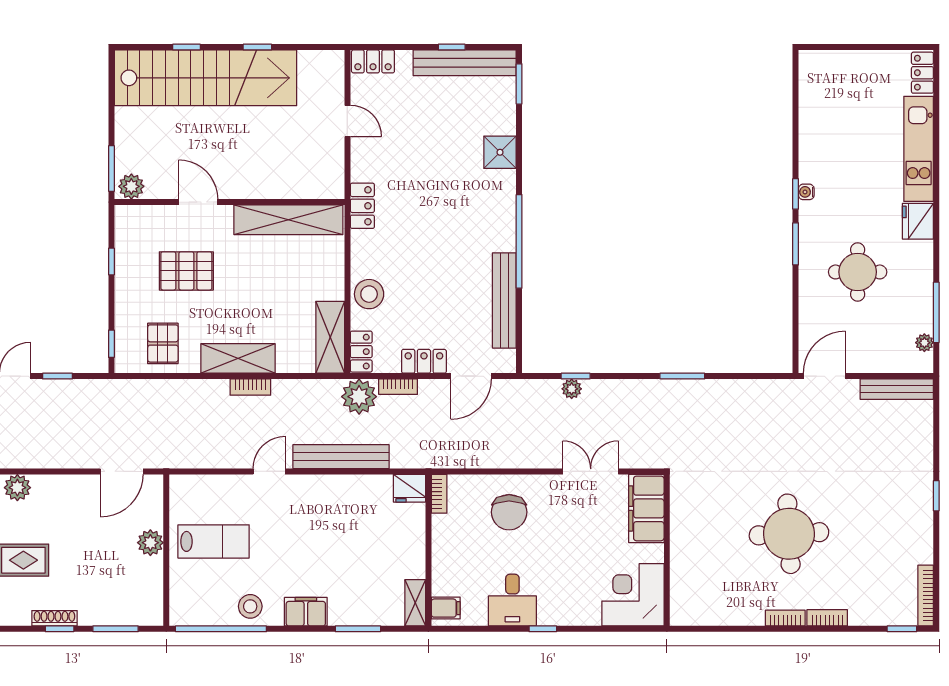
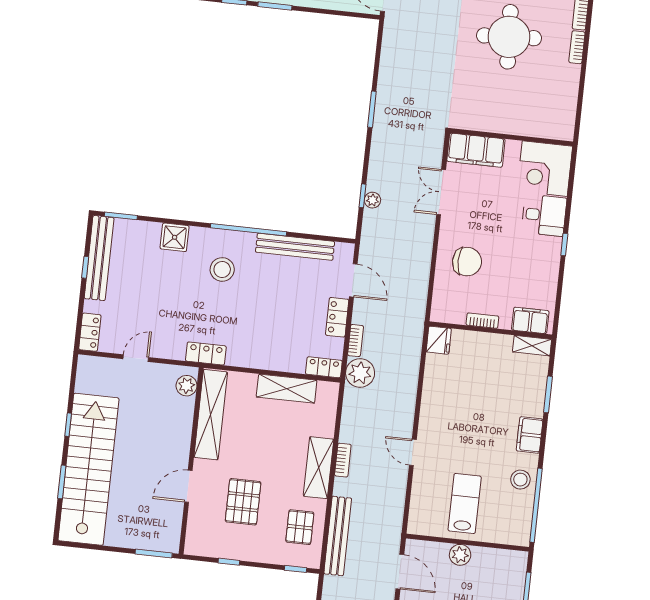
window: (187, 47) -> (62, 482), width x1.50
plant: (131, 186) -> (187, 386), moved
stool: (369, 294) -> (222, 269), moved
shelving: (330, 337) -> (287, 389), moved
pallet: (163, 343) -> (300, 527), turned 90
bench: (341, 457) -> (338, 536), moved
bookcase: (439, 494) -> (482, 321), moved
desk: (512, 600) -> (544, 215), moved
filing cabinet: (446, 608) -> (530, 320), width x2.00

